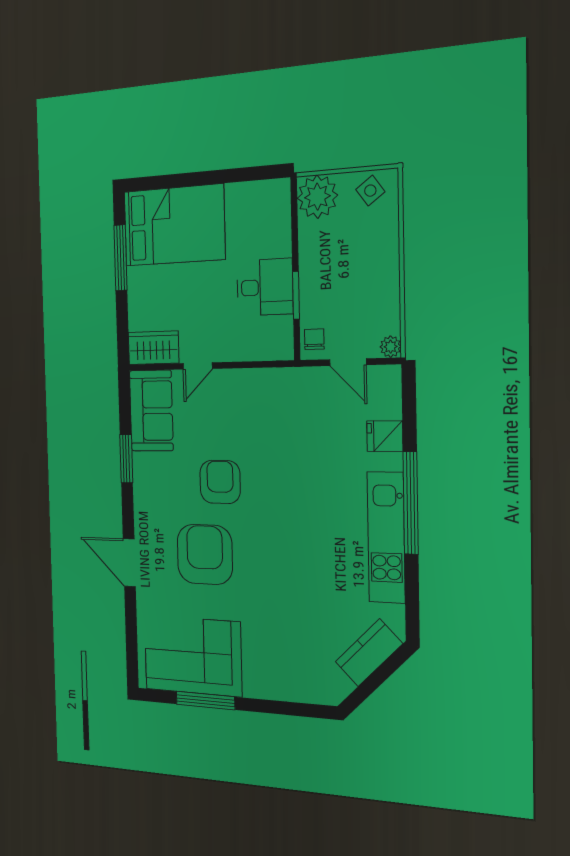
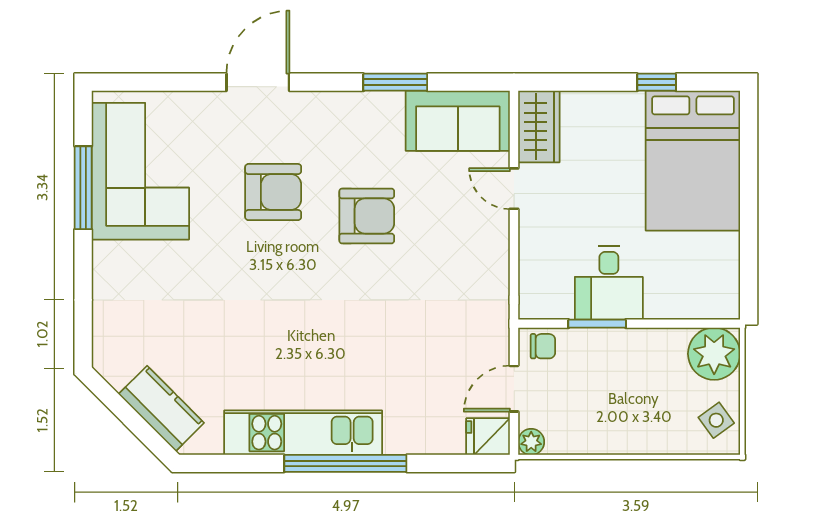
window: (121, 258) -> (657, 82), width x0.46
fridge: (385, 436) -> (488, 437), moved, turned -90
armchair: (205, 554) -> (273, 192), width x0.73, depth x0.73

